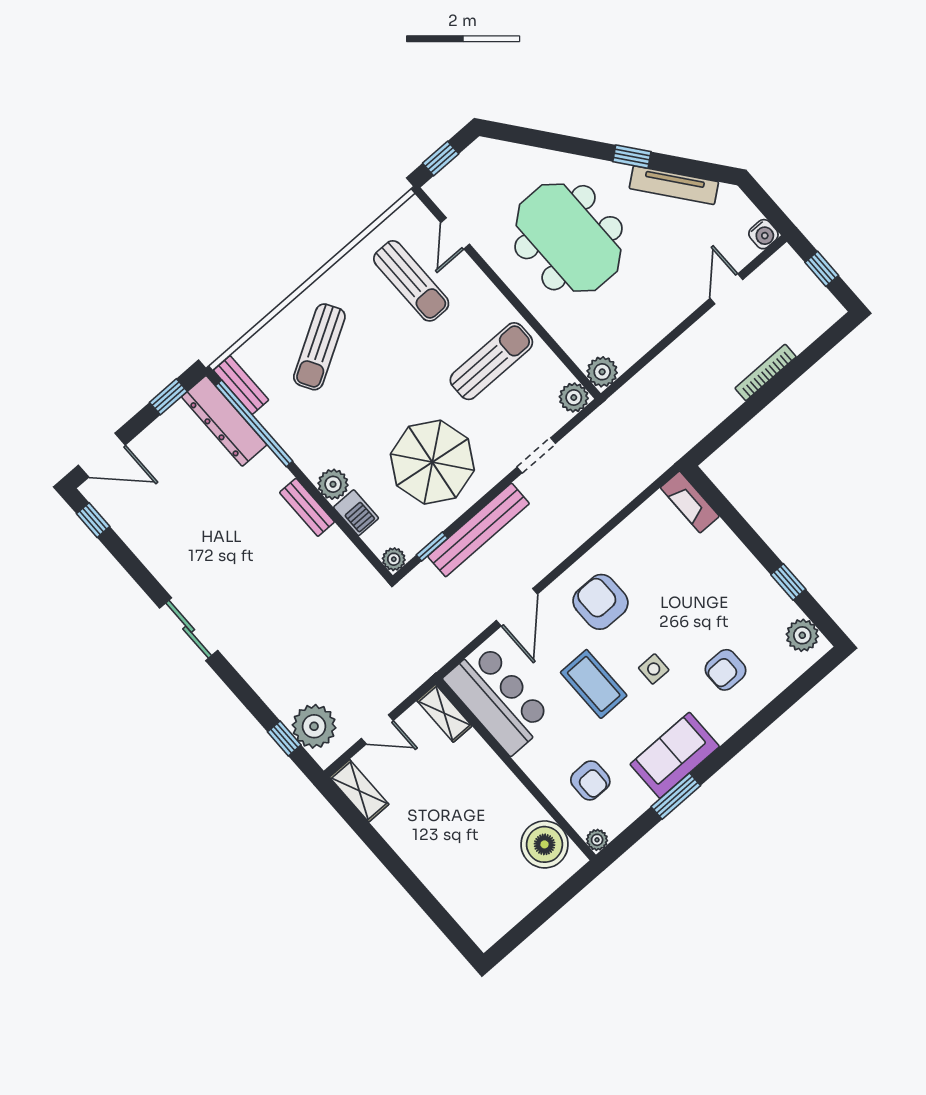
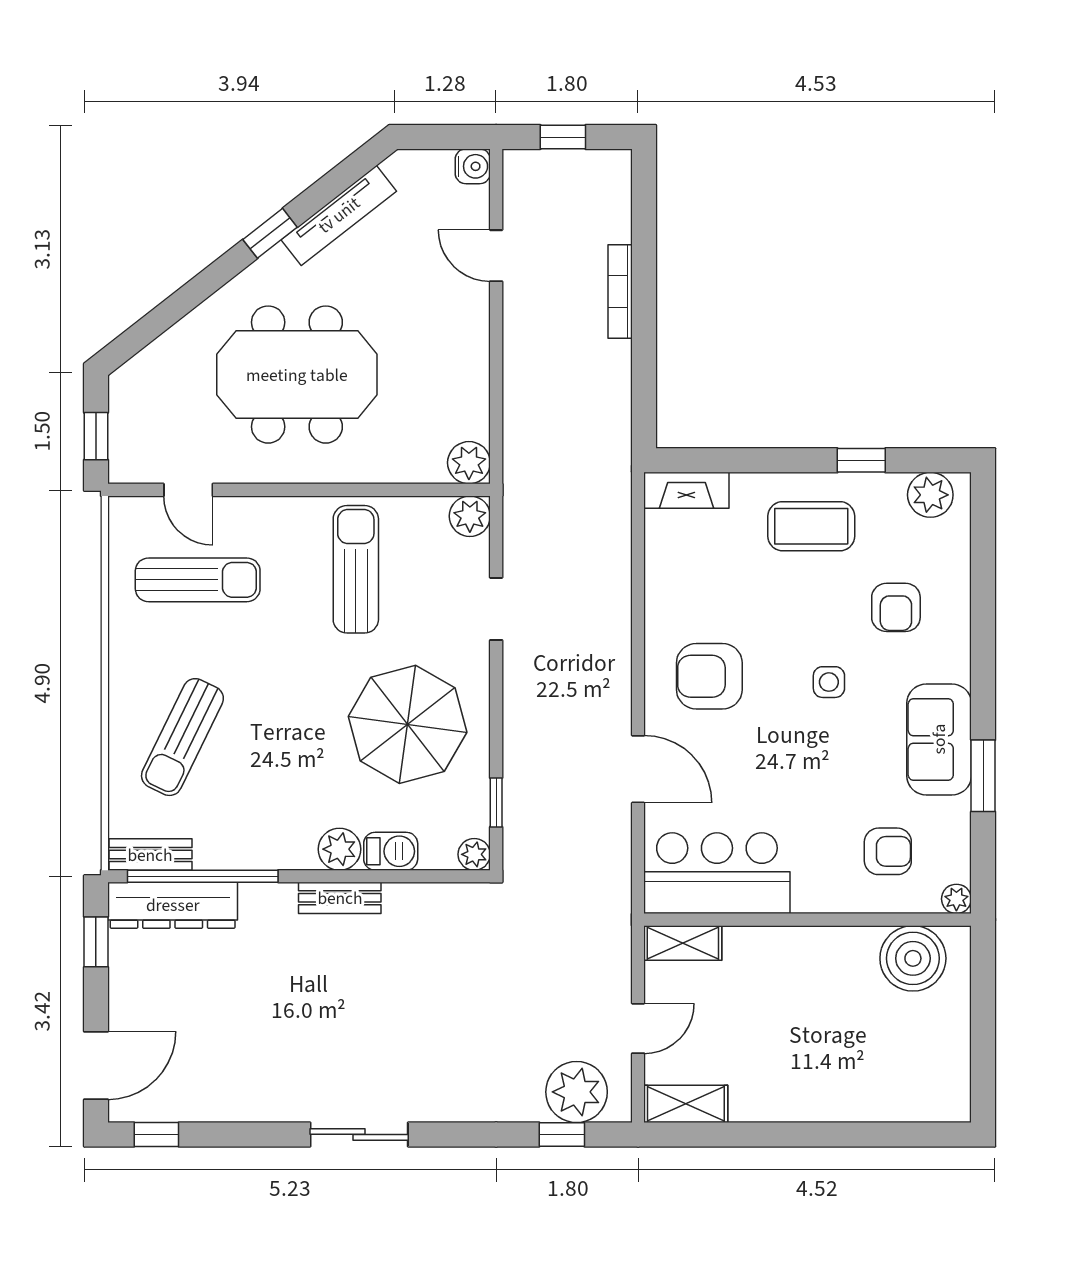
sun lounger: (319, 347) -> (182, 737), turned 56
bench: (479, 530) -> (521, 738), removed
coffee table: (594, 684) -> (811, 526), moved

